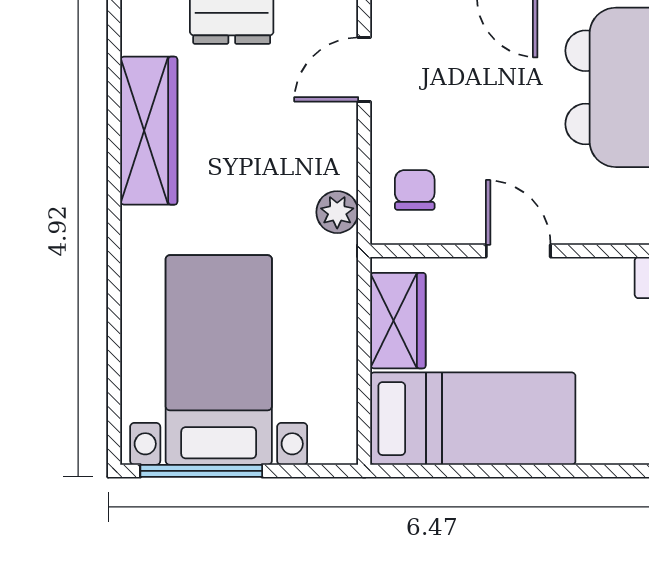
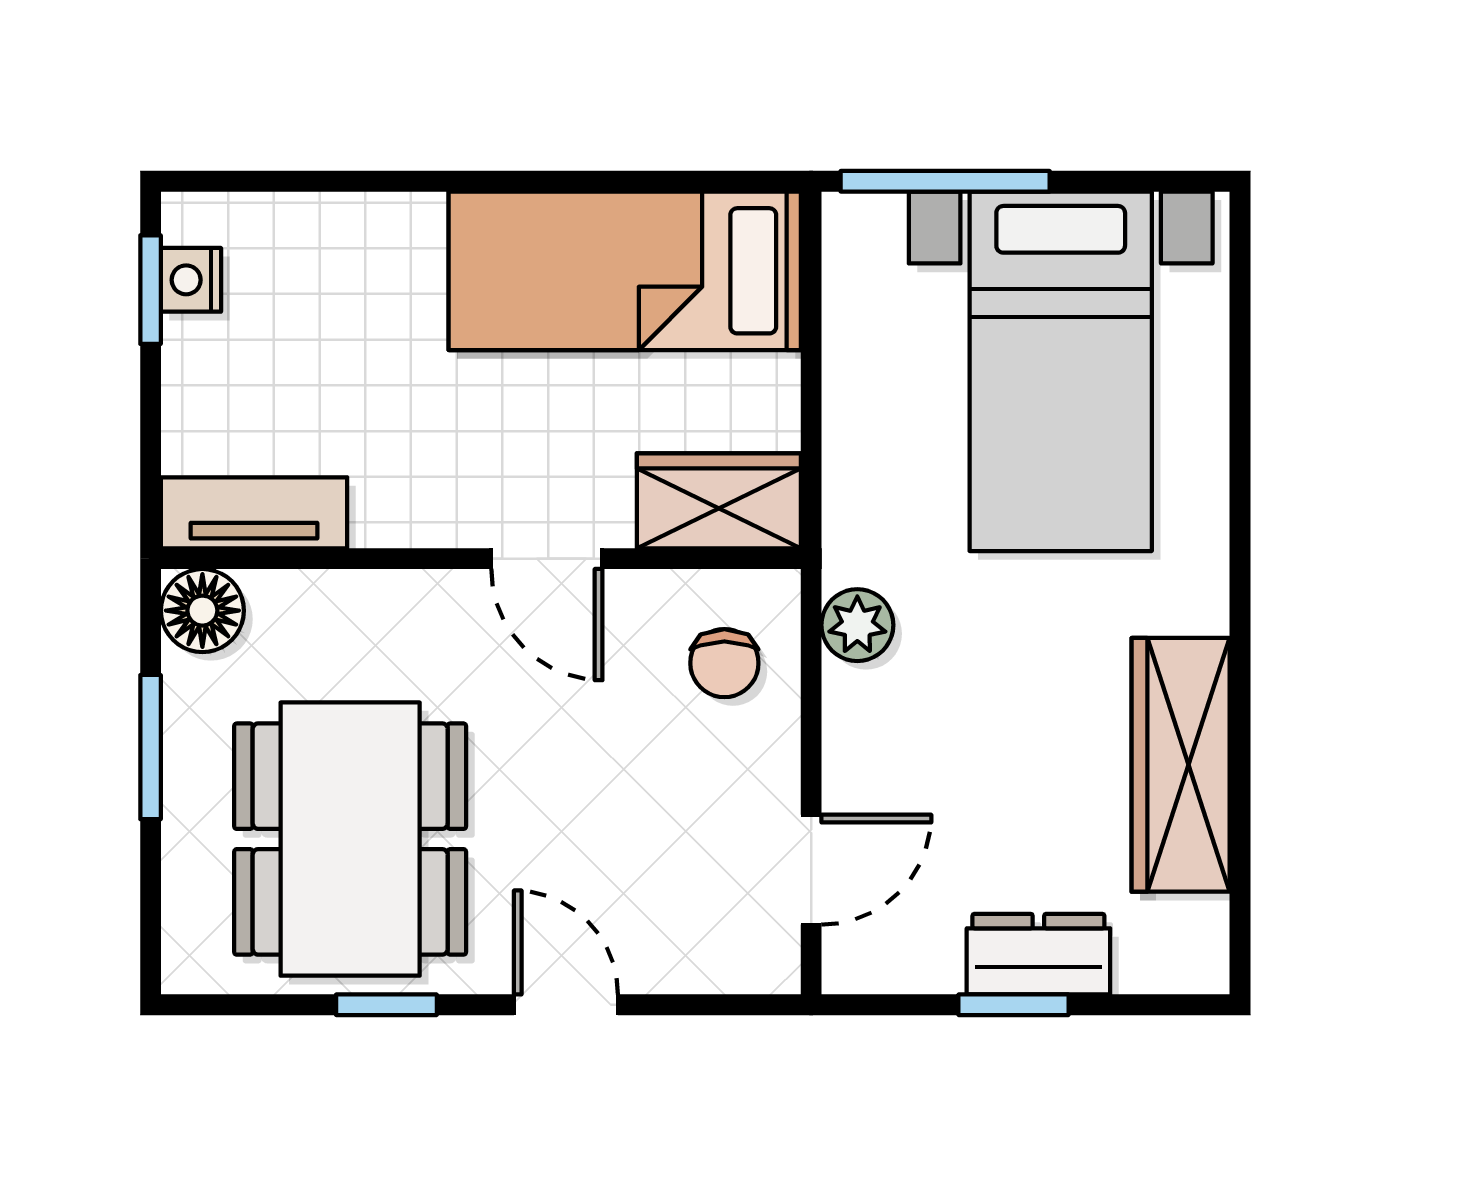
wardrobe: (398, 321) -> (719, 501), moved, turned 90
window: (201, 471) -> (945, 181), moved

